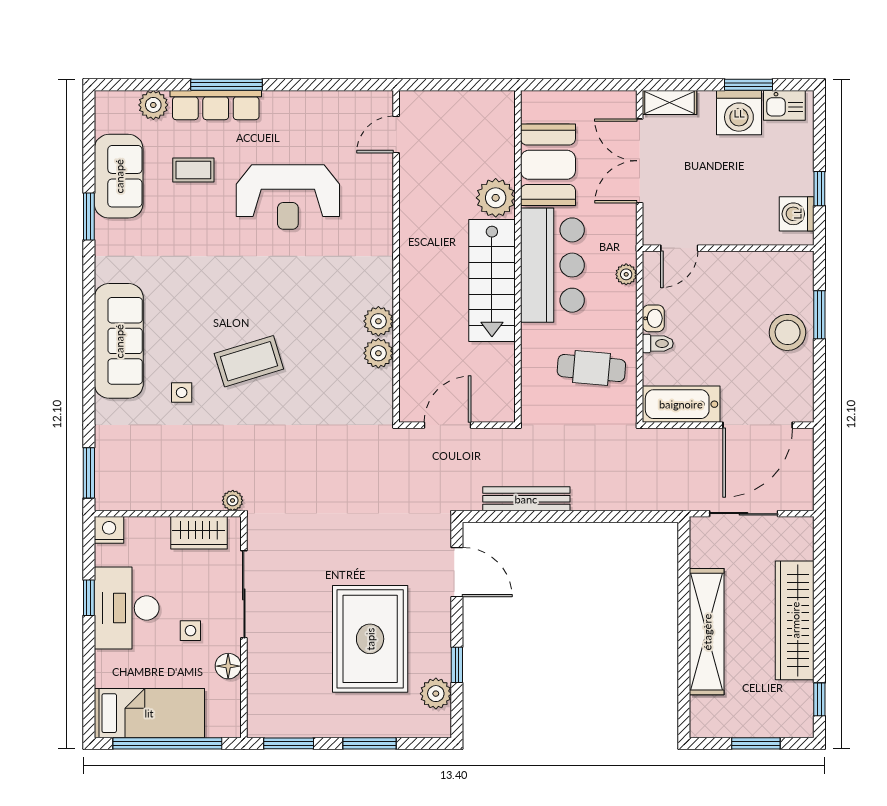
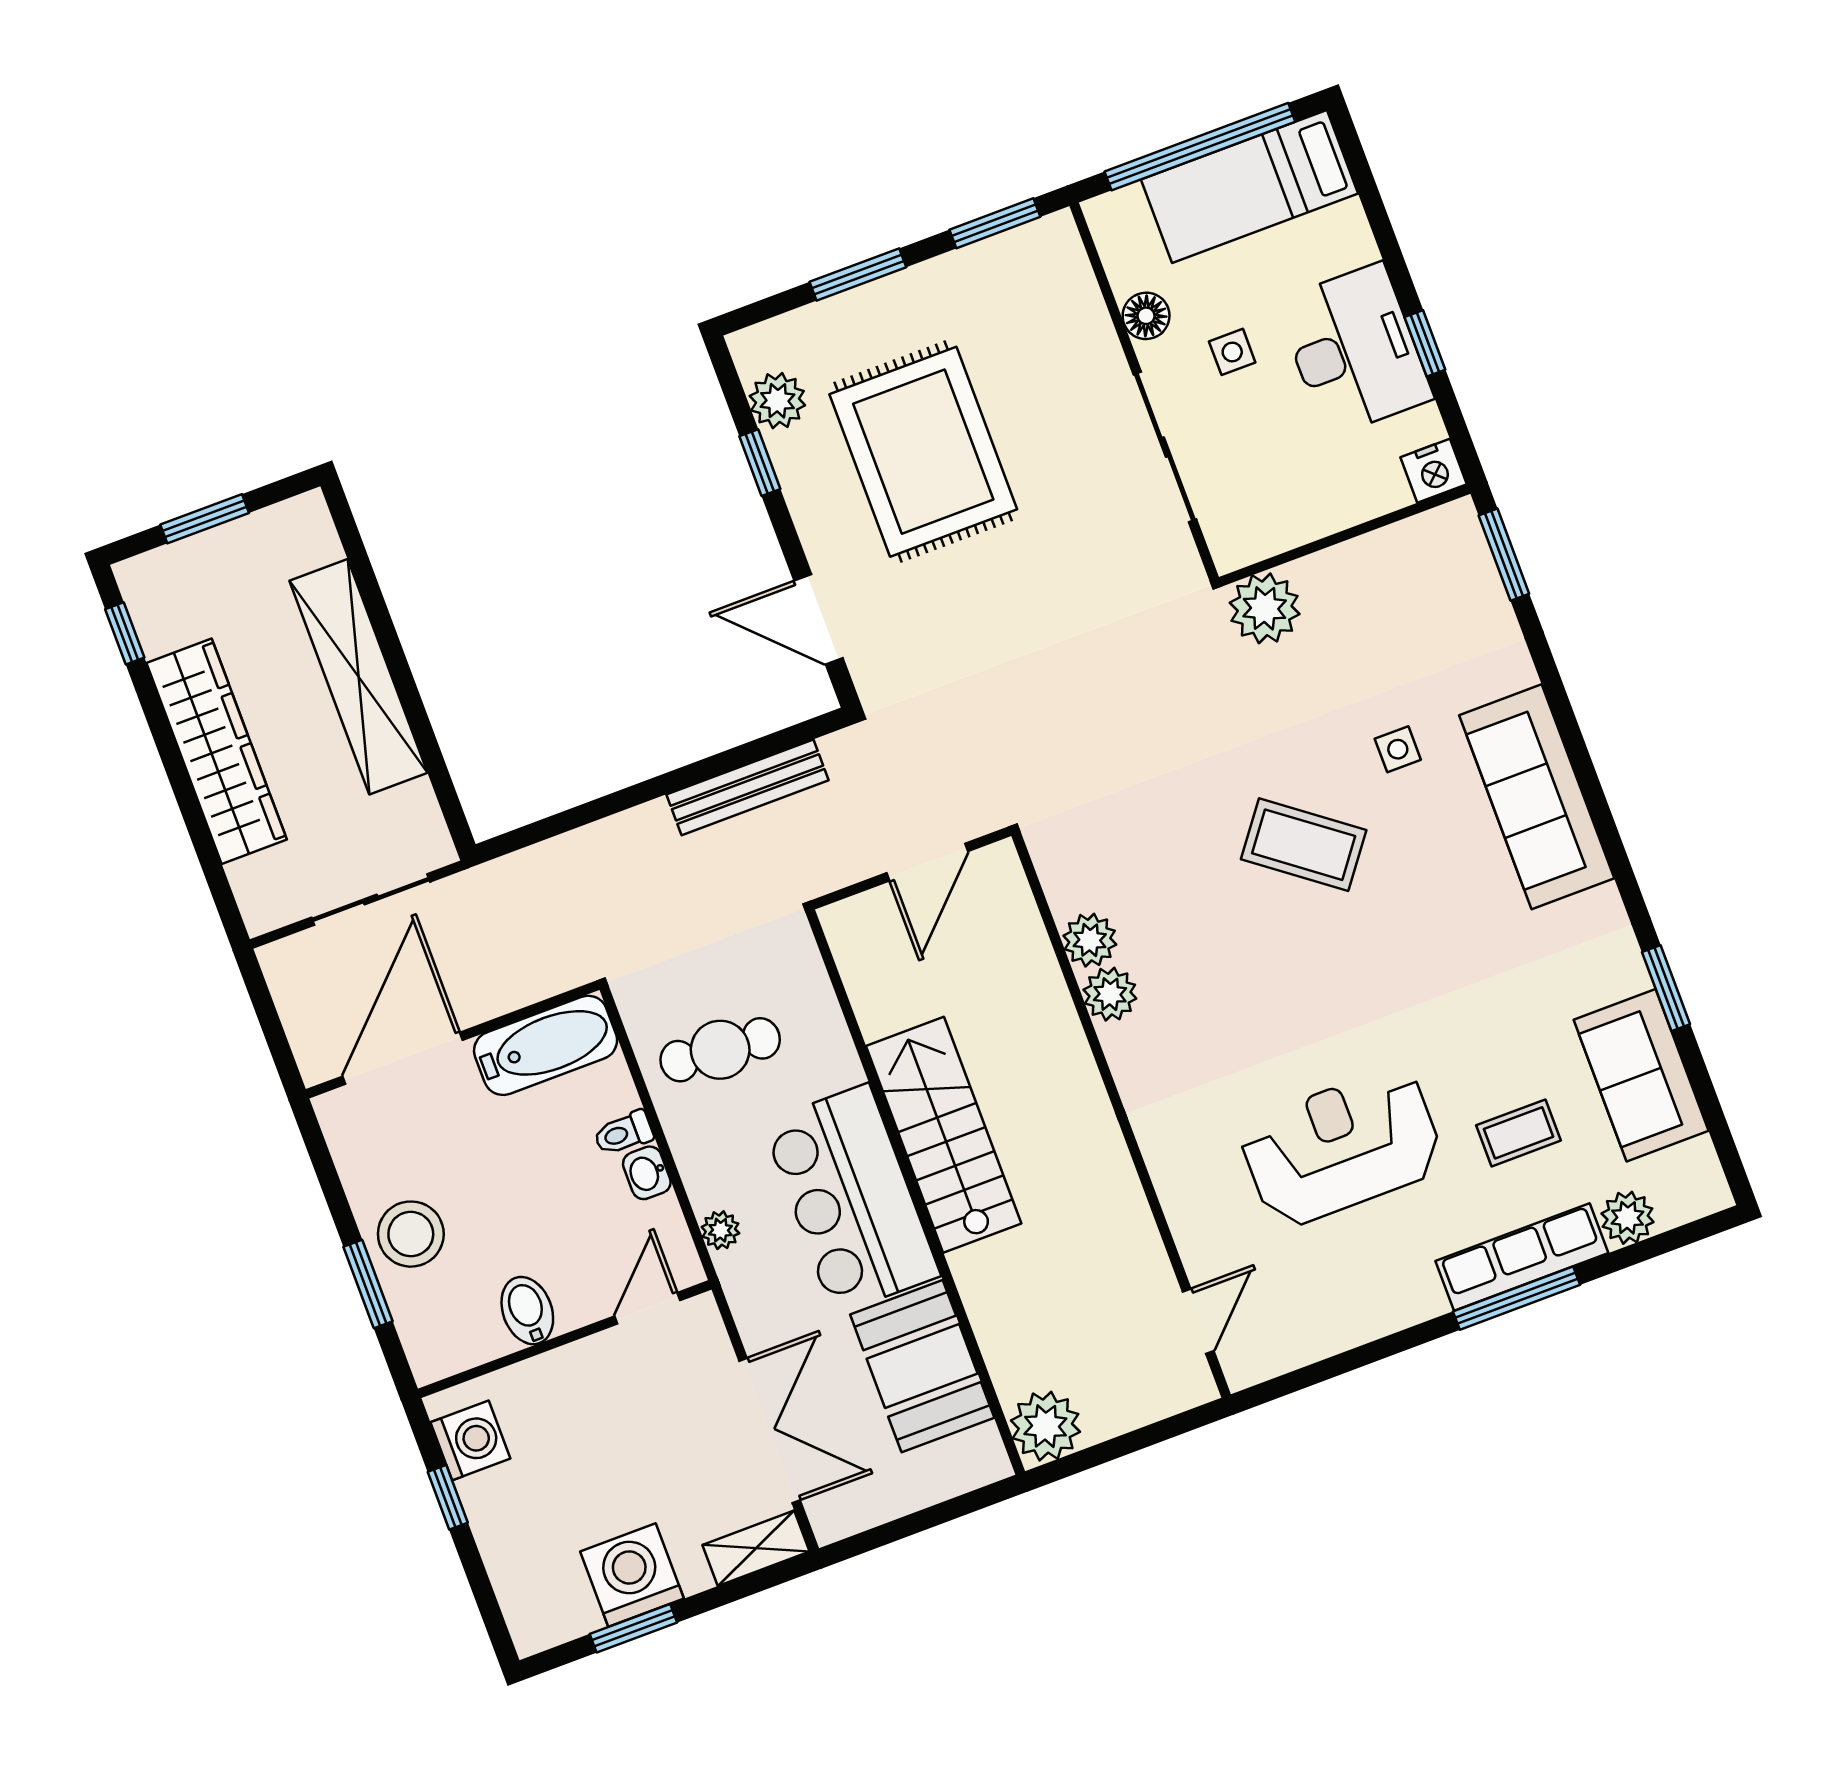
kitchen sink: (784, 105) -> (560, 1616), removed
plant: (496, 198) -> (1045, 1426), moved
bidet: (742, 270) -> (527, 1311), added
coffee table: (249, 361) -> (1304, 845), turned 54
plant: (233, 500) -> (1265, 608), width x1.87, depth x1.87
wardrobe: (199, 533) -> (1280, 523), removed

